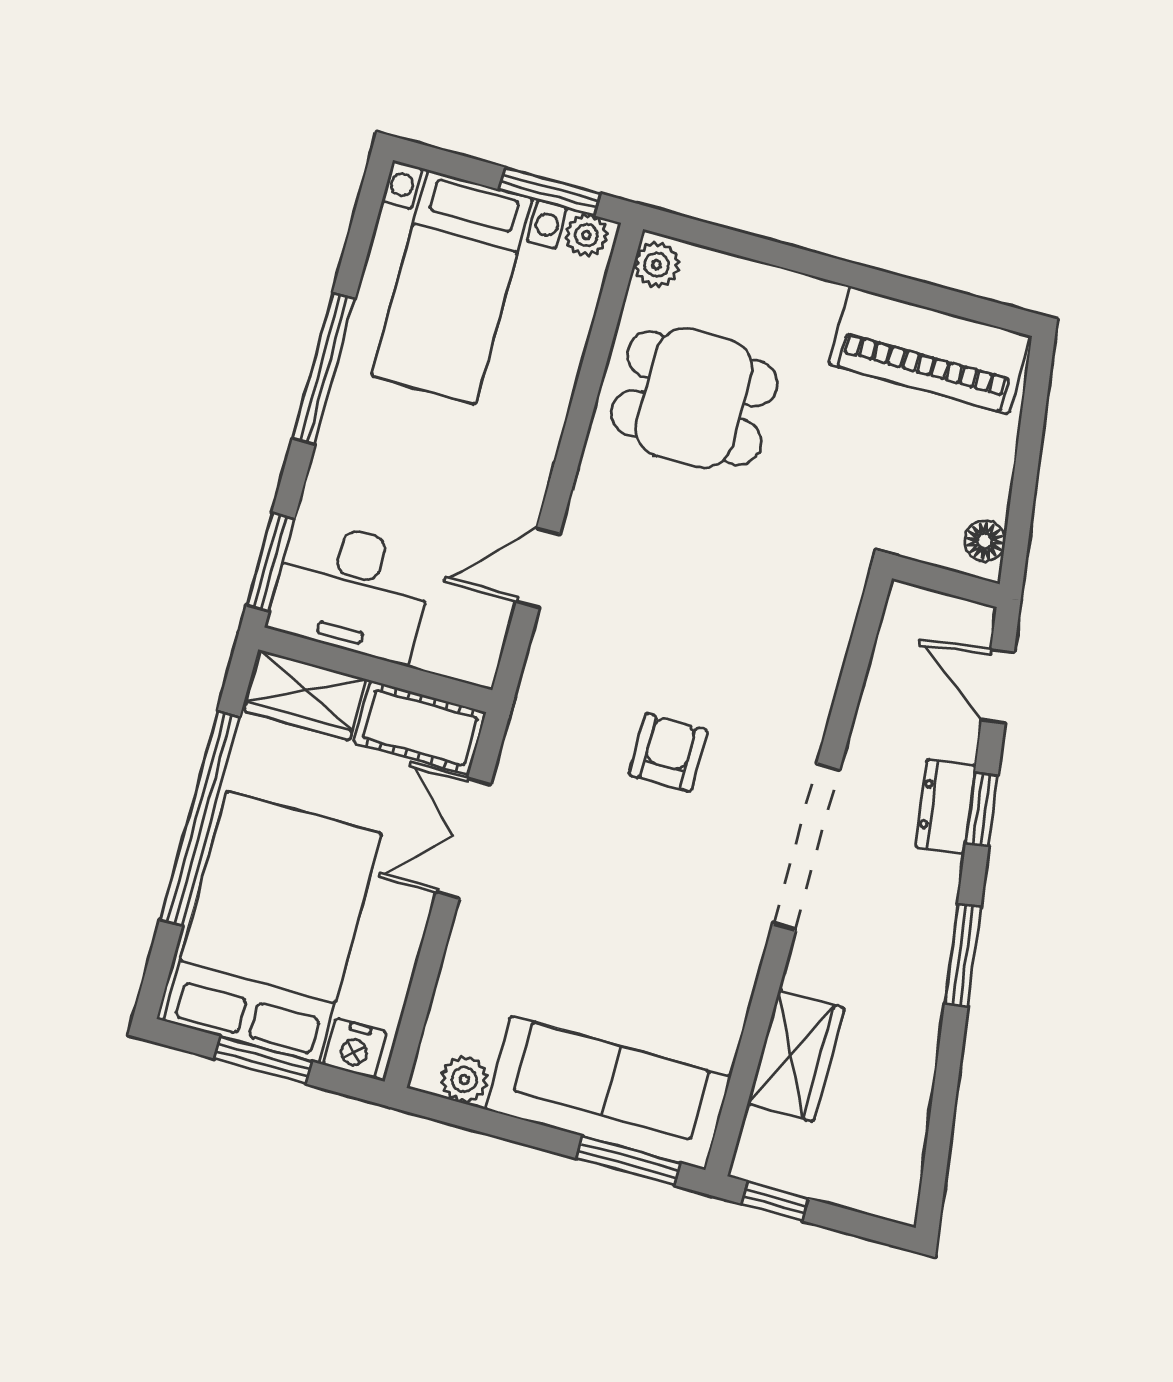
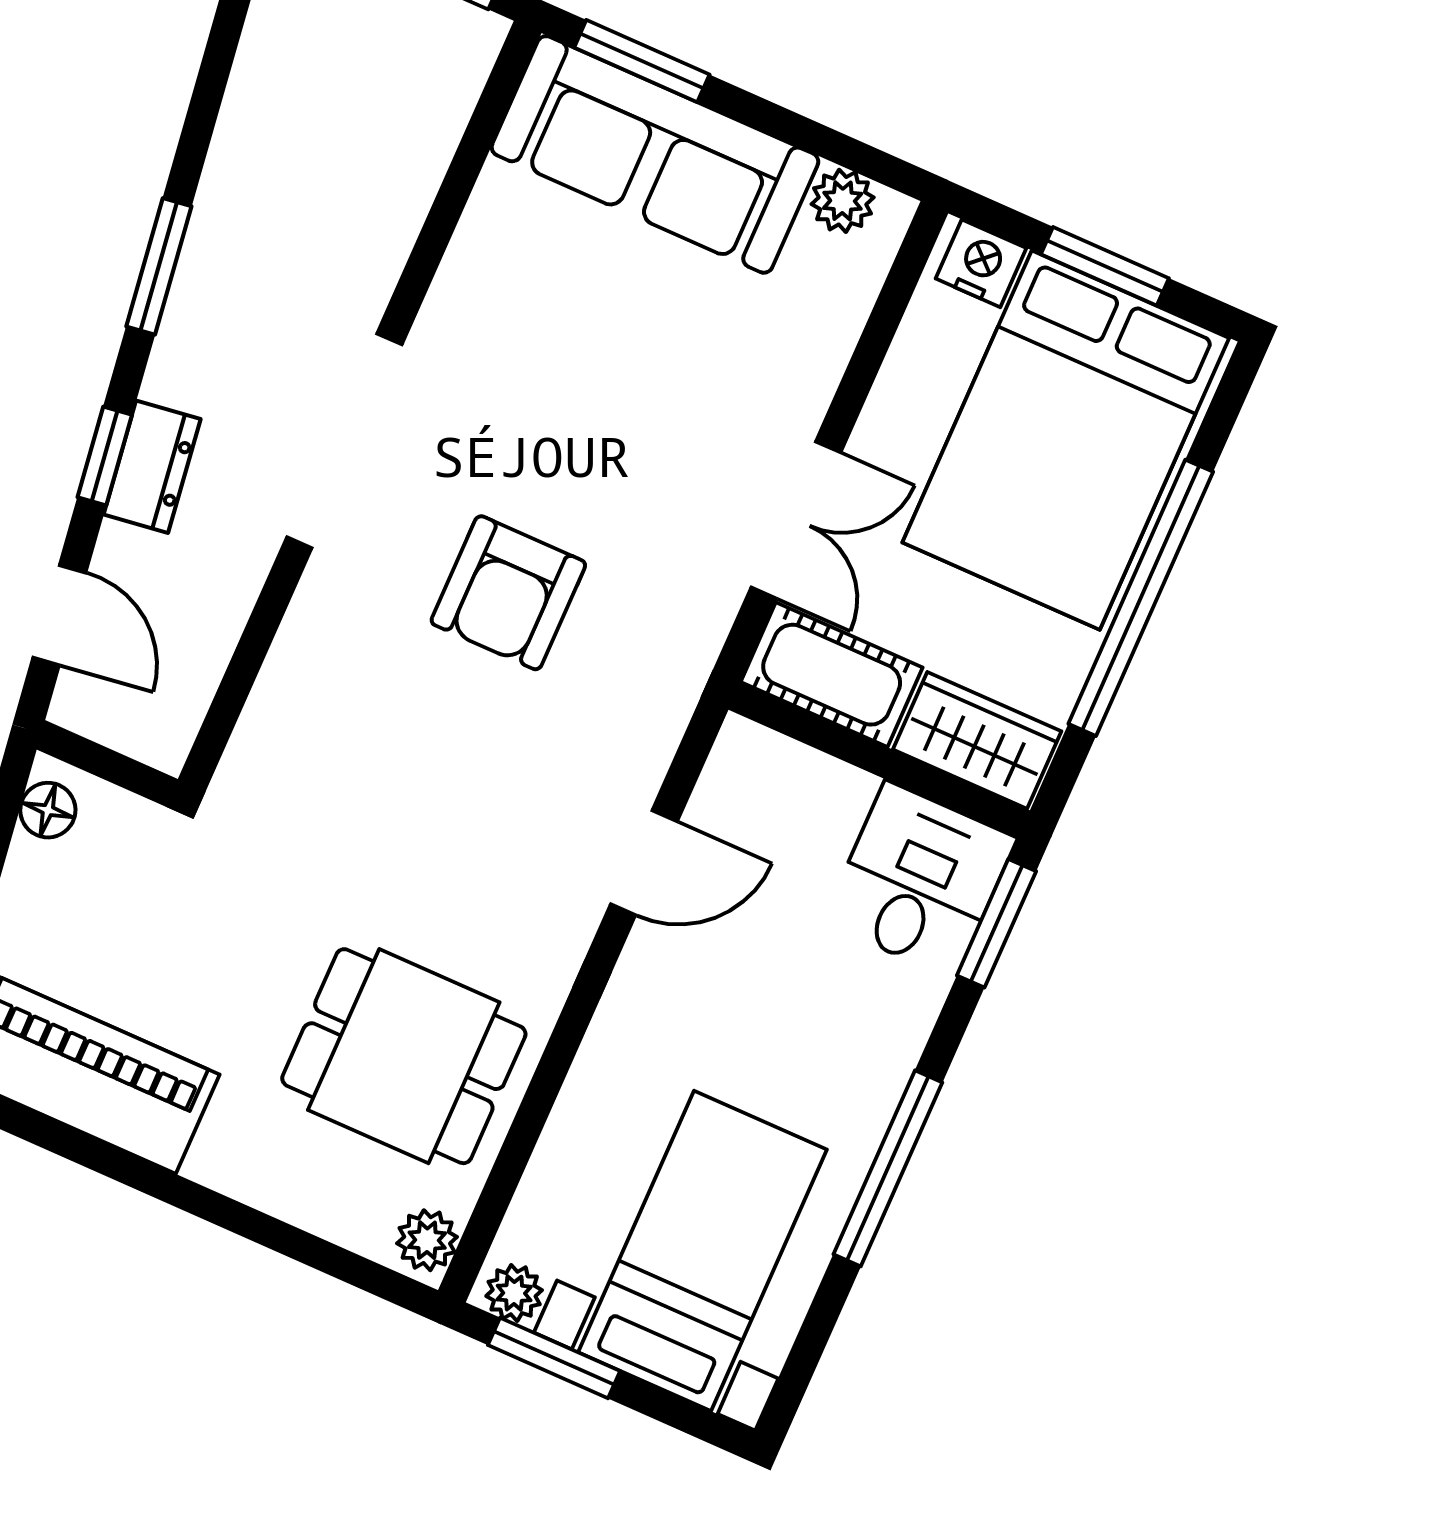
desk: (352, 591) -> (920, 880), width x0.73
armchair: (668, 753) -> (508, 593), width x1.38, depth x1.38
wardrobe: (796, 1056) -> (399, 167), removed

